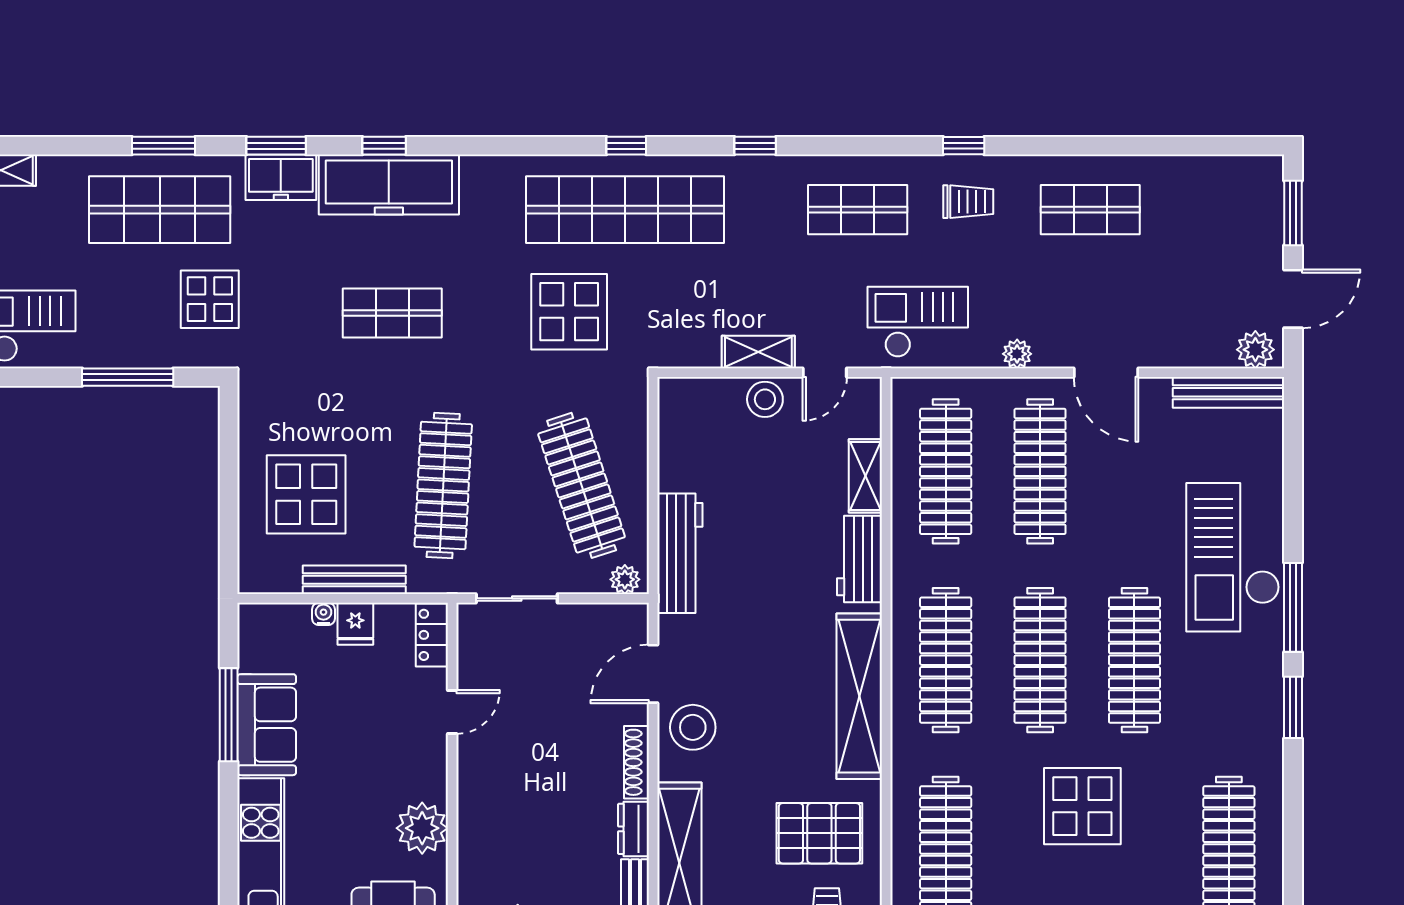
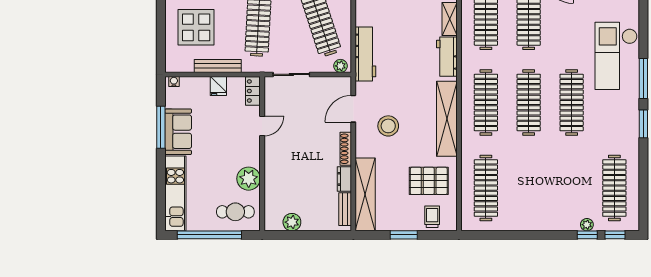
water cooler: (323, 614) -> (174, 82), moved
stool: (693, 727) -> (388, 126), moved
display table: (1082, 806) -> (548, 169), removed

